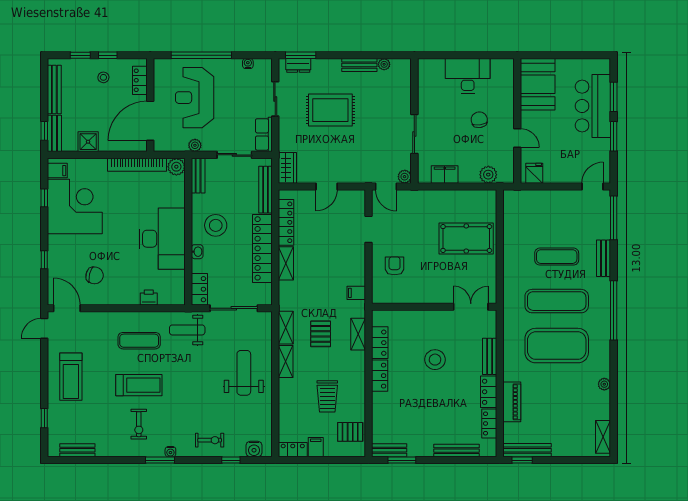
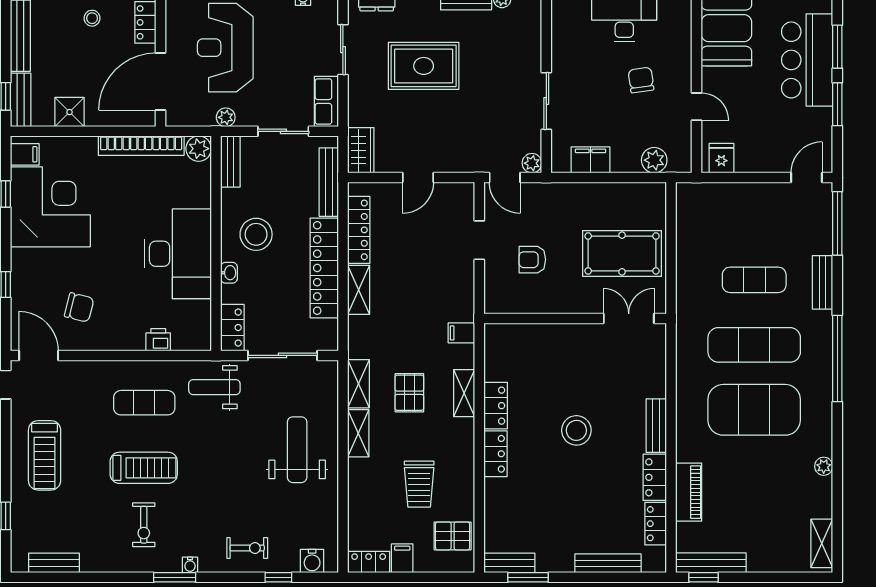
armchair: (395, 266) -> (532, 260), moved, turned -90
wall: (434, 307) -> (575, 318), moved
double door: (471, 307) -> (629, 318), moved

